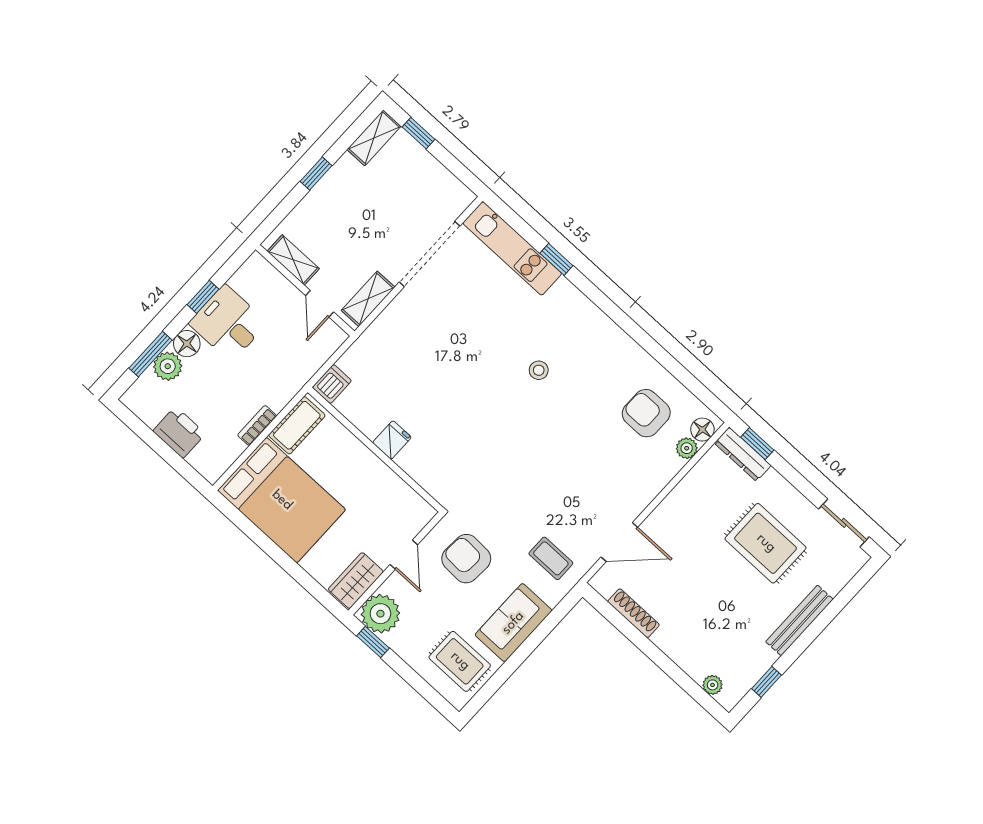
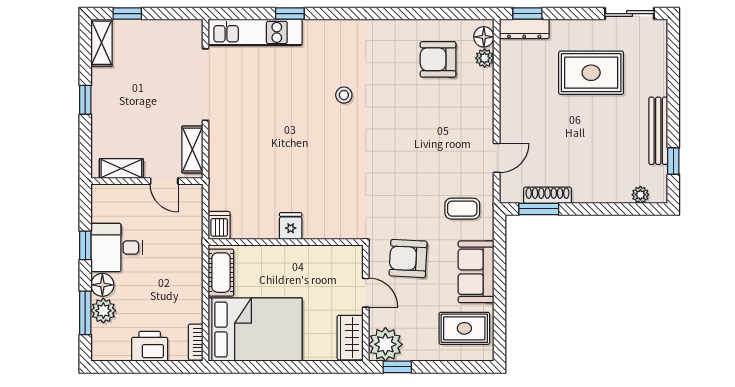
bookcase: (257, 425) -> (196, 342), moved
door: (619, 542) -> (497, 158), width x0.73
window: (615, 618) -> (539, 209), added
bench: (799, 620) -> (658, 131), moved

